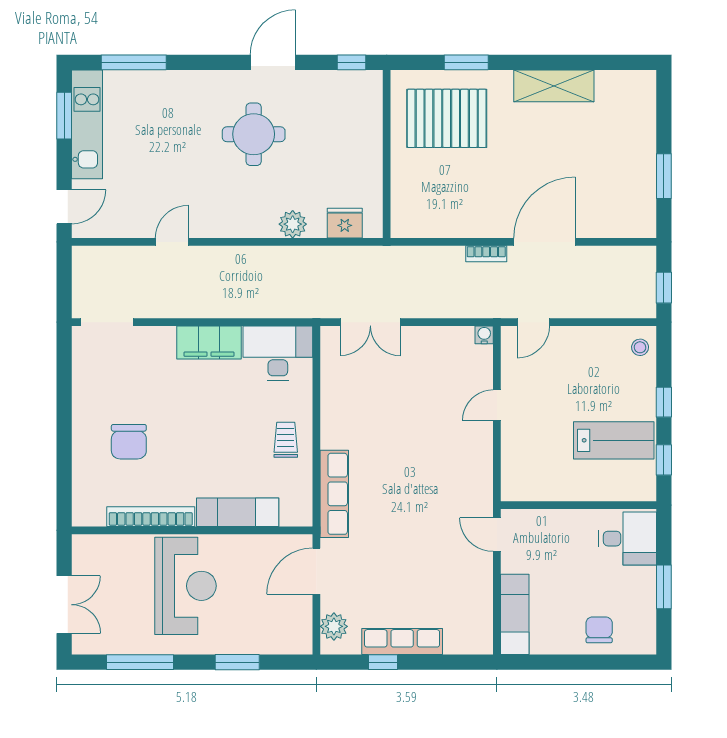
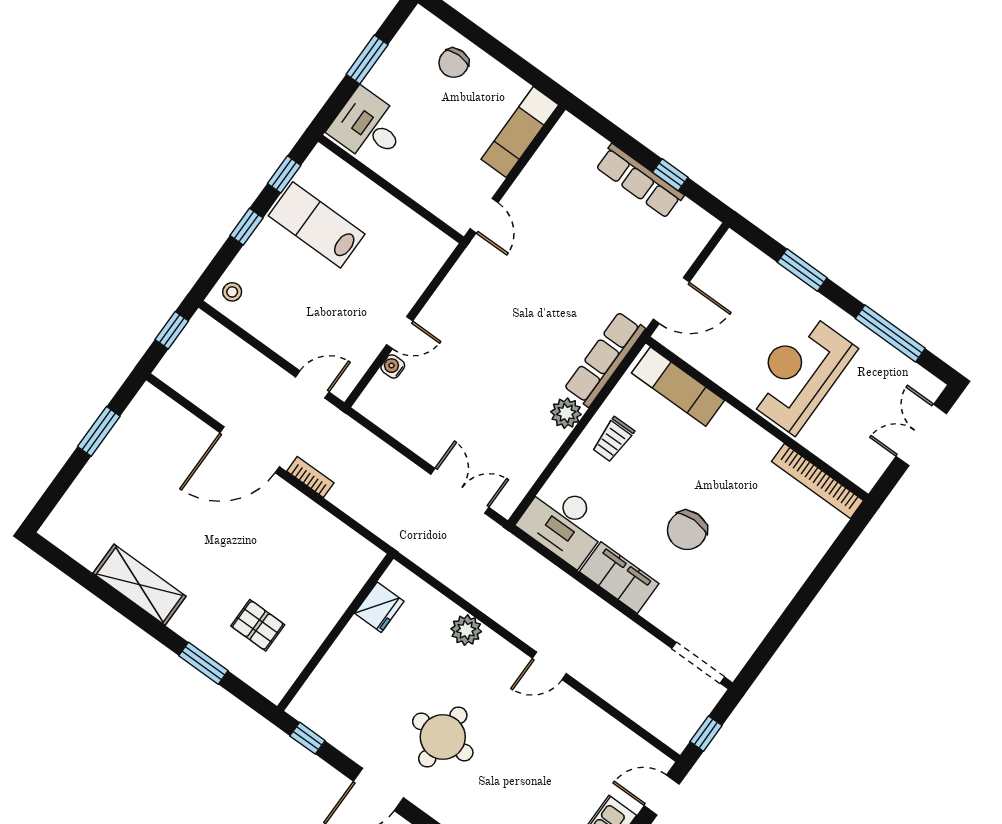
pallet: (447, 118) -> (258, 625), width x0.49, depth x0.50
fridge: (345, 223) -> (379, 607), moved, turned -90
door: (172, 242) -> (549, 666), moved
window: (64, 275) -> (706, 734), added
water cooler: (484, 335) -> (393, 366), moved, turned 90
chair: (129, 442) -> (687, 530), moved, turned 180
exam couch: (238, 512) -> (678, 387), moved
bookcase: (151, 517) -> (817, 481), moved
plant: (334, 626) -> (566, 413), moved

